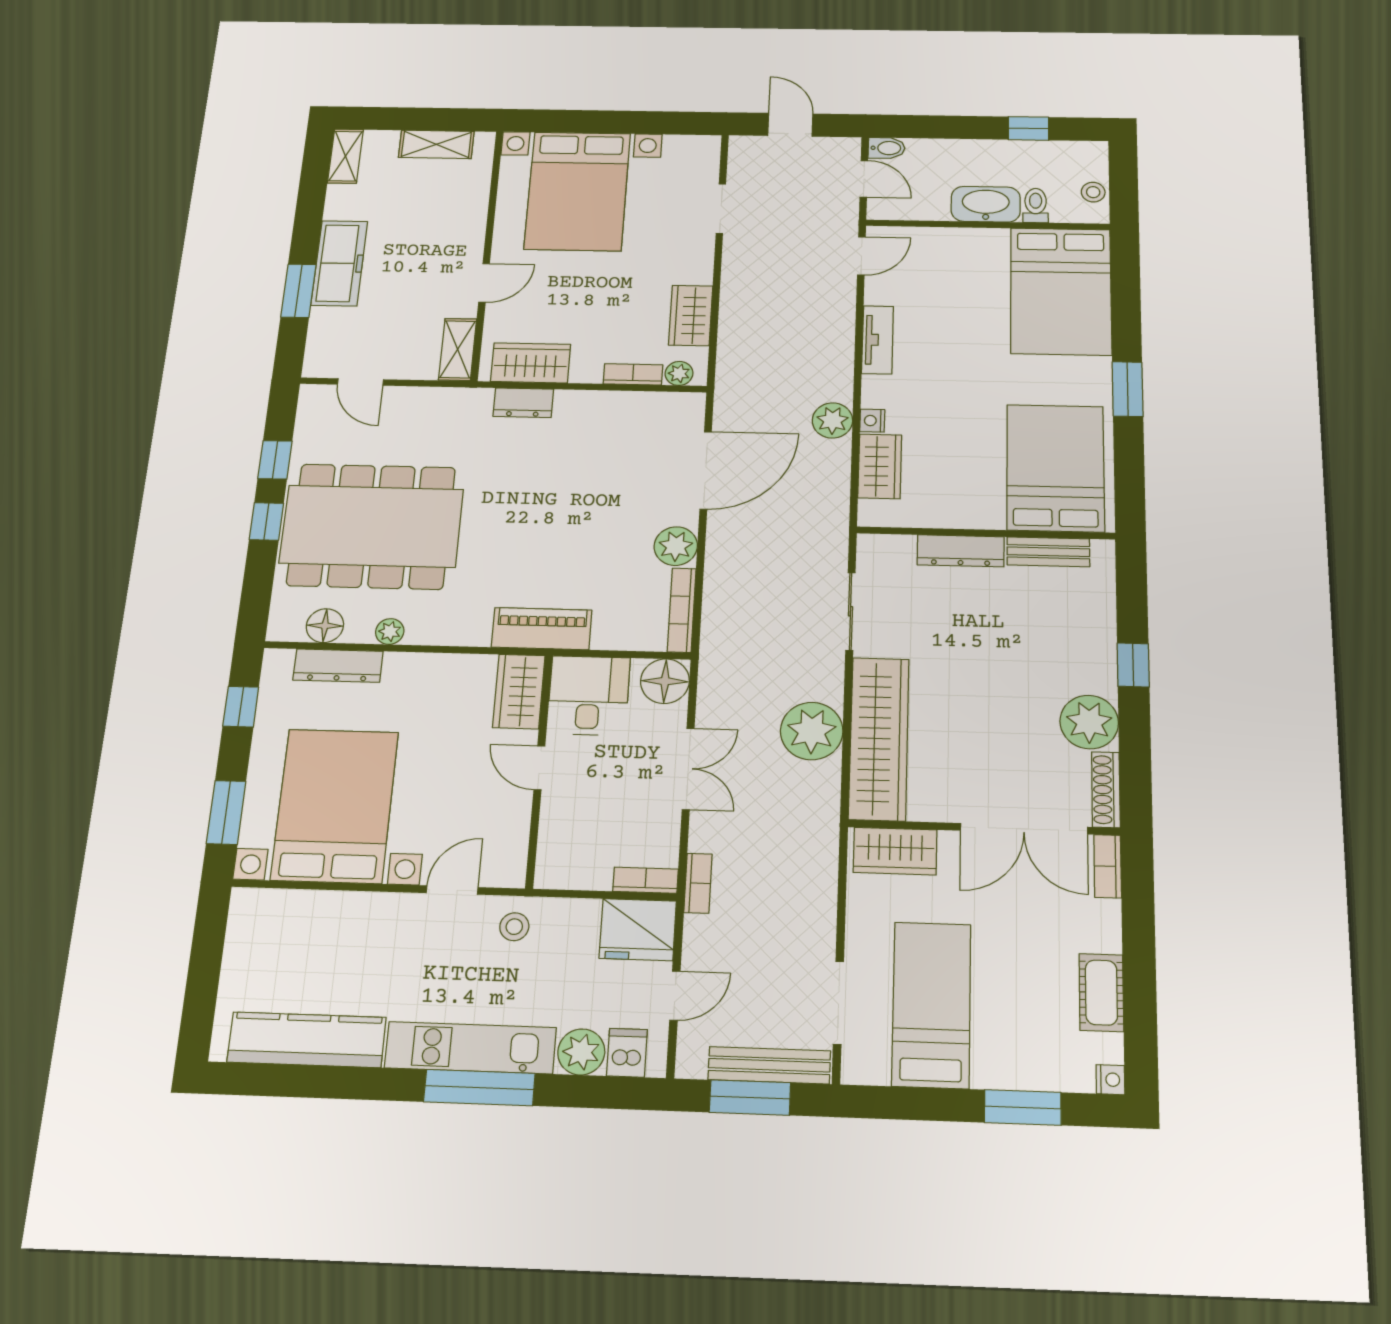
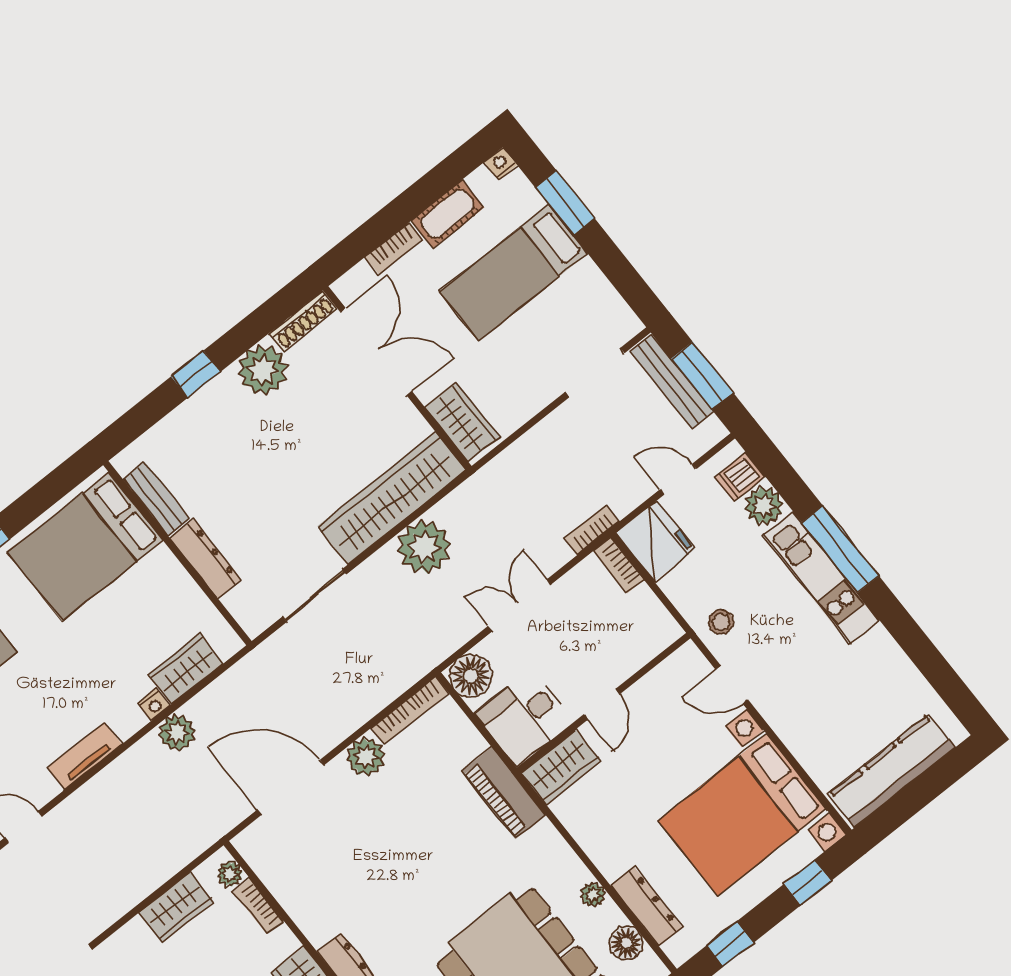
window: (226, 812) -> (808, 882), width x0.67
bookcase: (1108, 866) -> (394, 248), moved
bed: (931, 1005) -> (514, 272), moved
kitchen counter: (307, 1040) -> (892, 771), moved, turned 90

